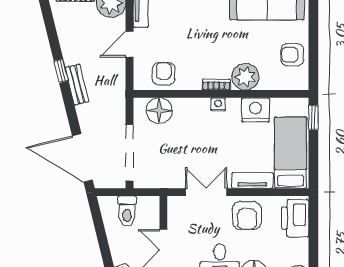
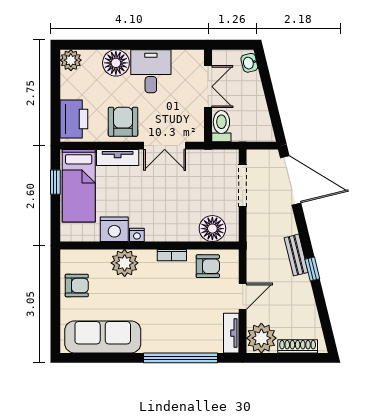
armchair: (164, 74) -> (208, 266), turned -90
bookcase: (216, 84) -> (172, 255), moved
nightstand: (218, 104) -> (137, 235), moved
window: (313, 118) -> (55, 182), moved
doorway: (130, 153) -> (243, 185), width x0.73
toilet: (127, 211) -> (221, 126), moved

